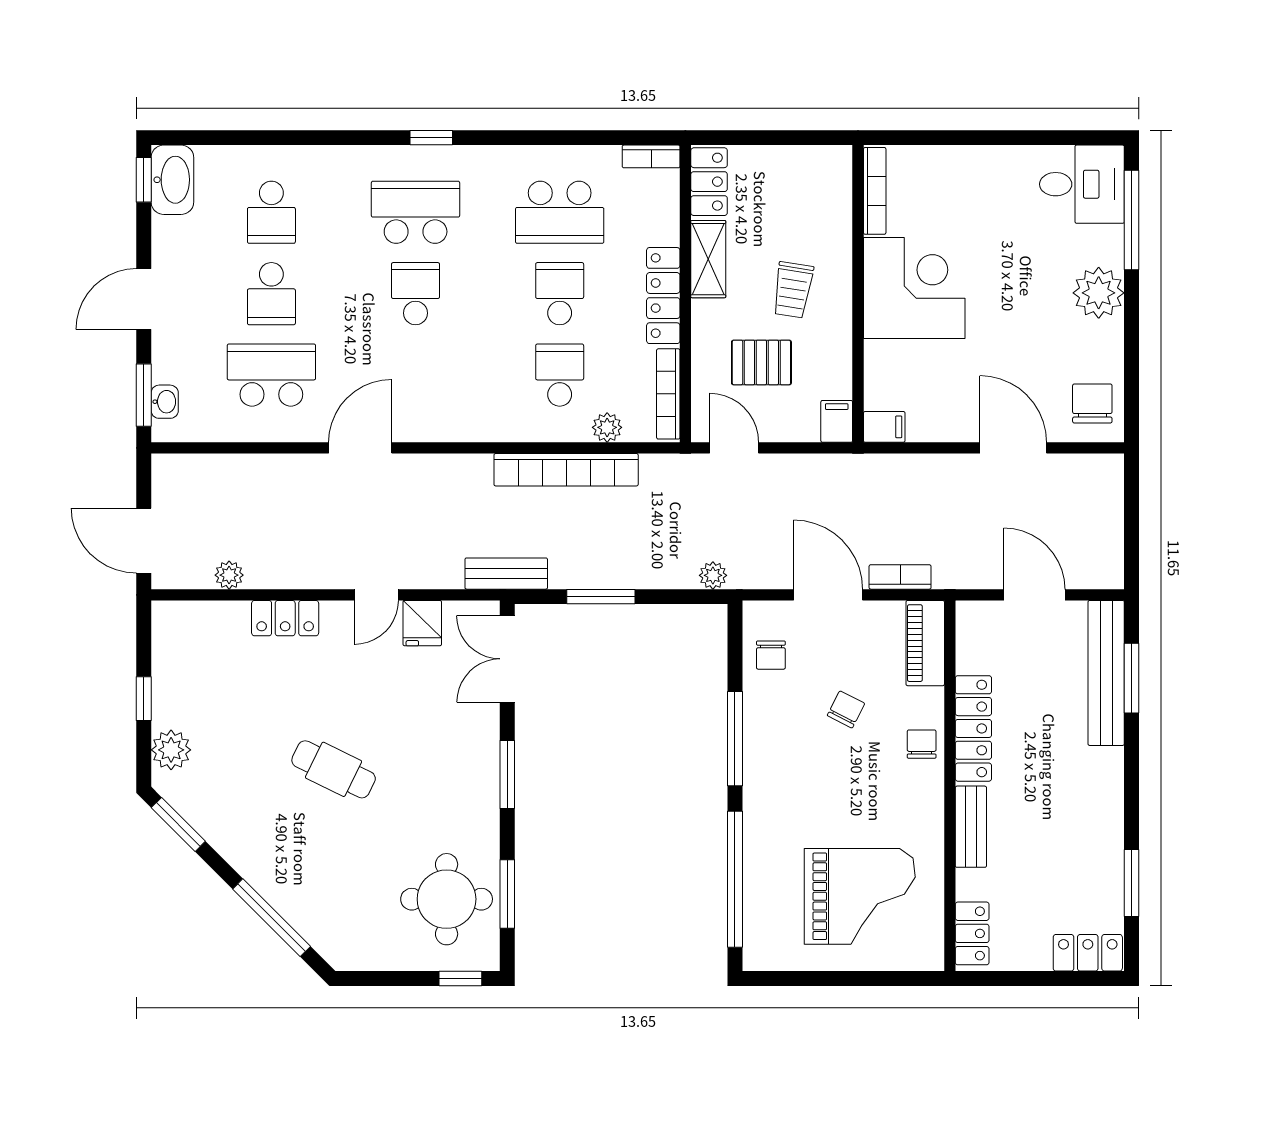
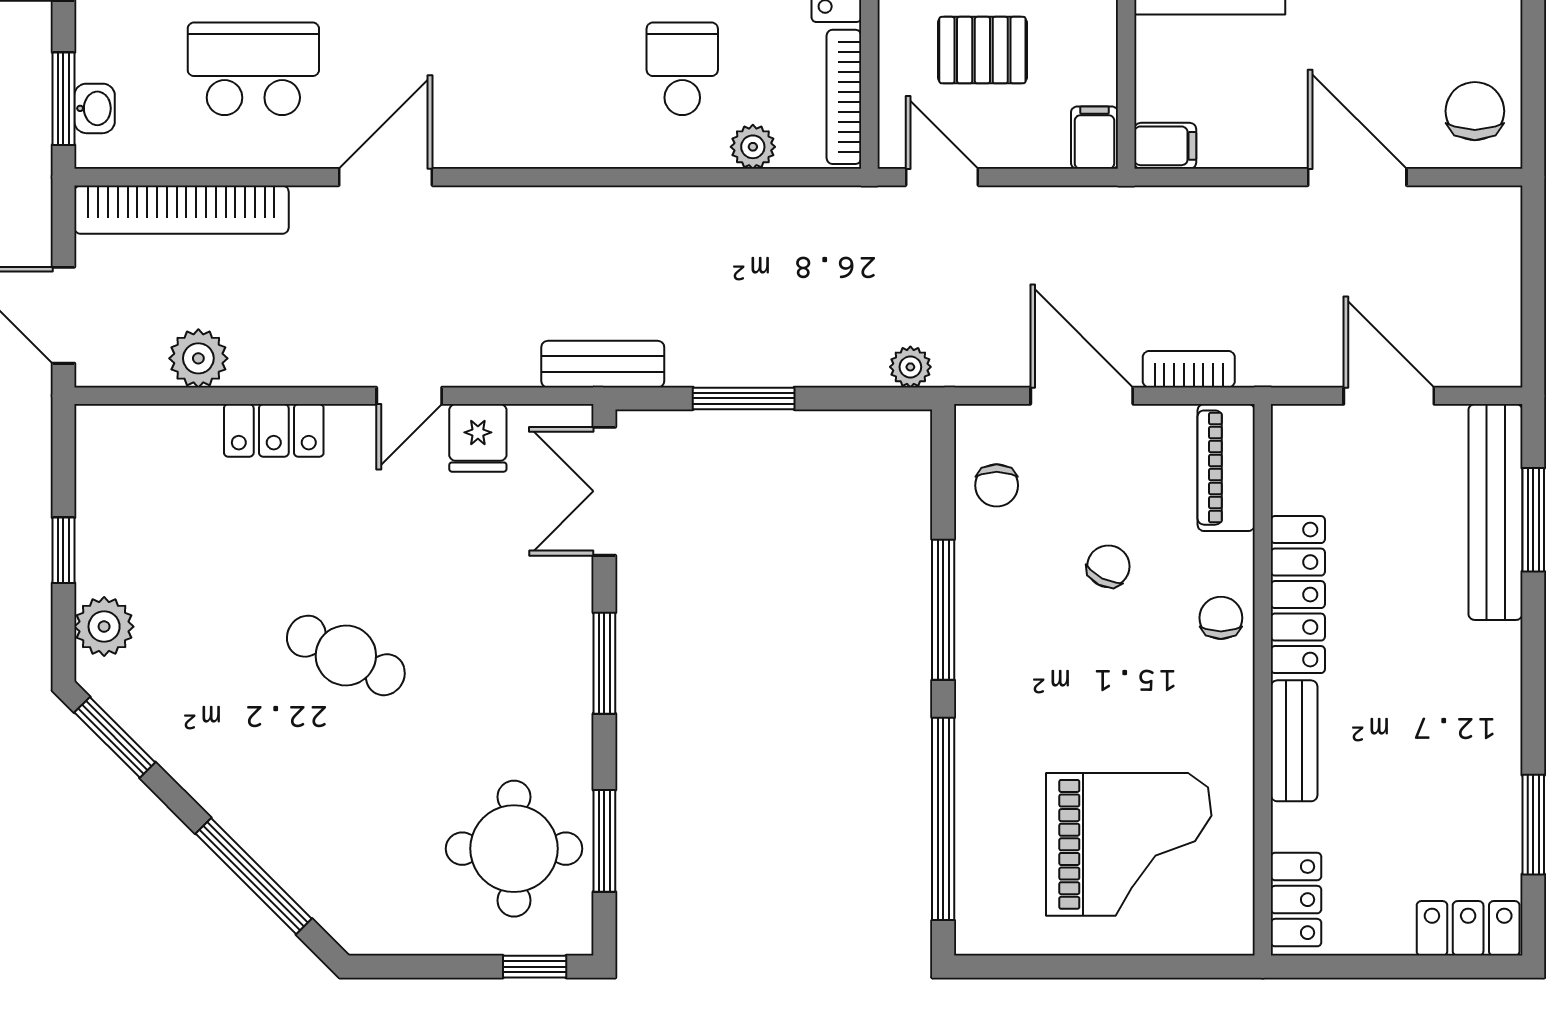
bookcase: (566, 470) -> (181, 210), moved
plant: (229, 575) -> (198, 358), width x1.38, depth x1.38

